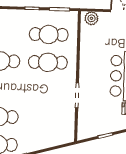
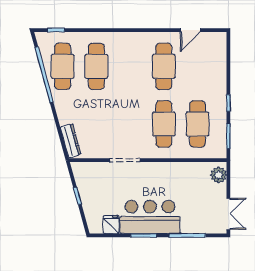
dresser: (59, 140) -> (71, 141), added

